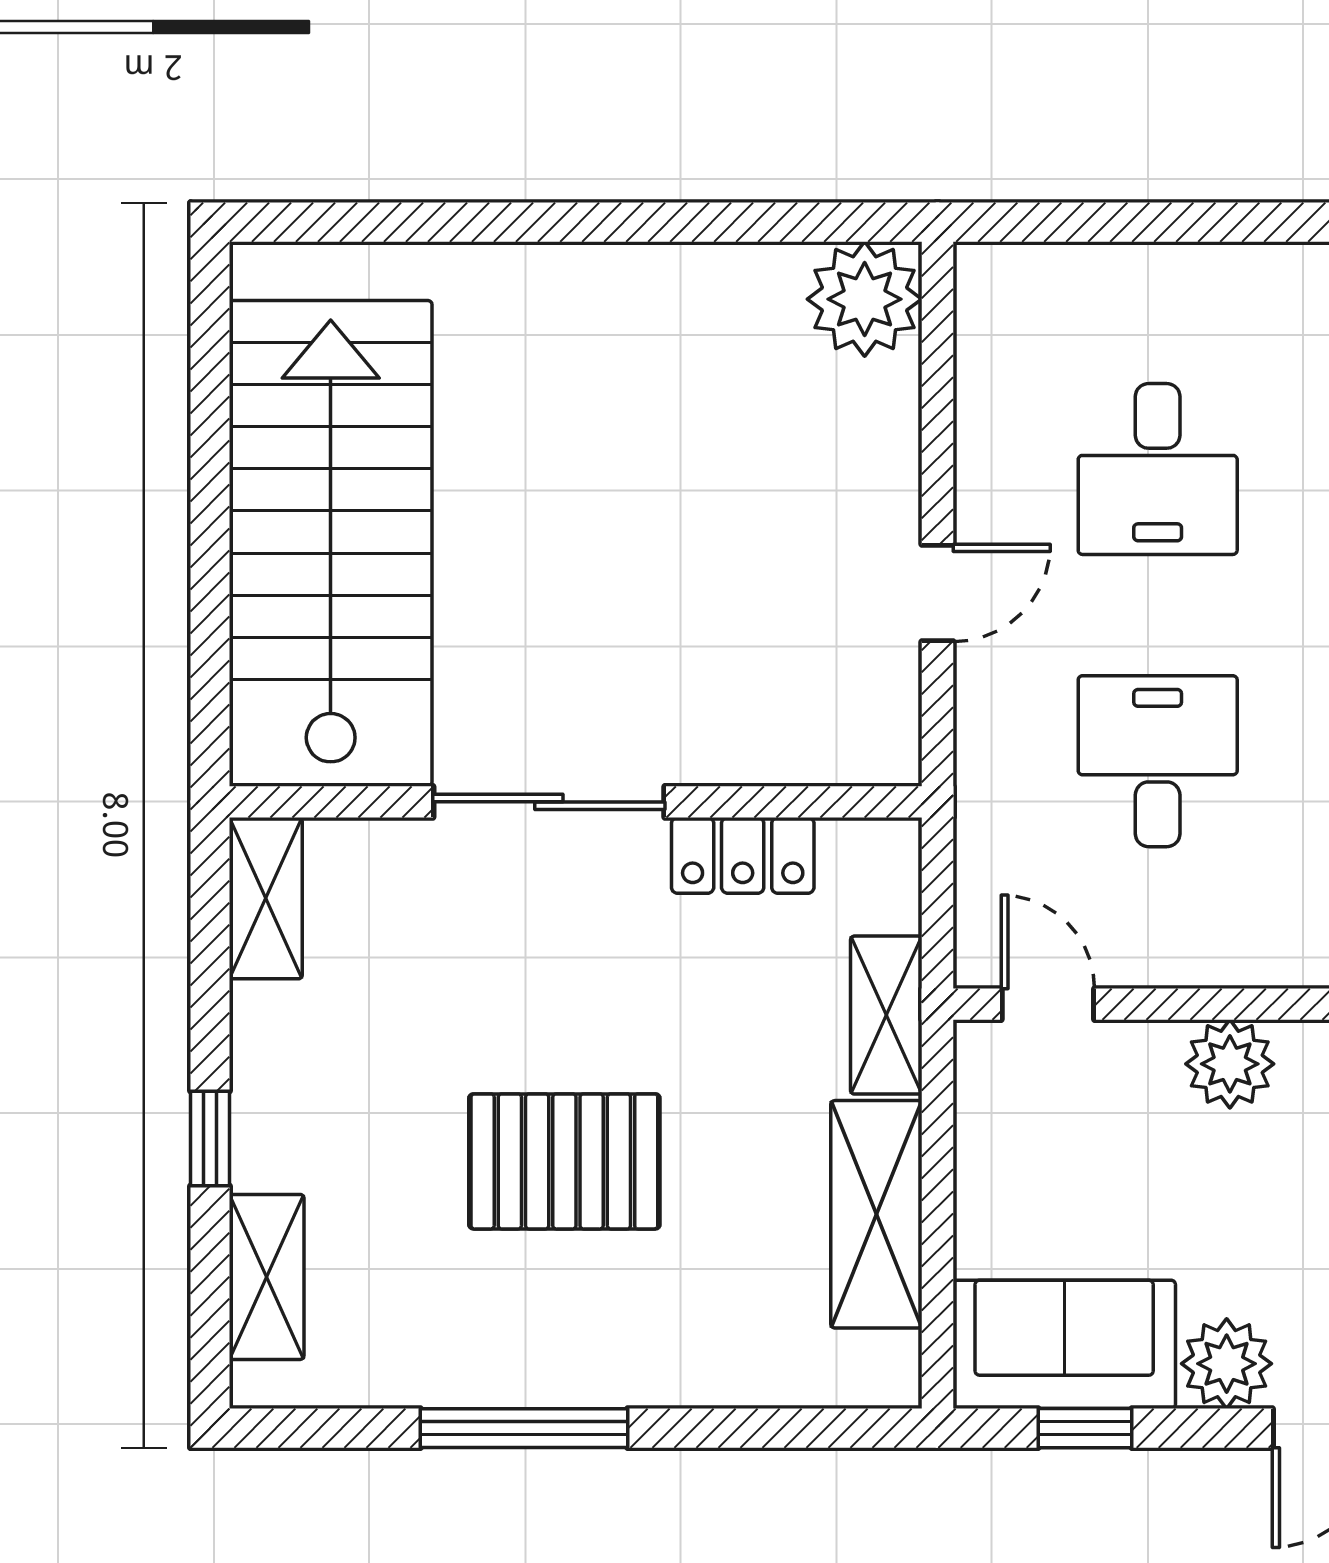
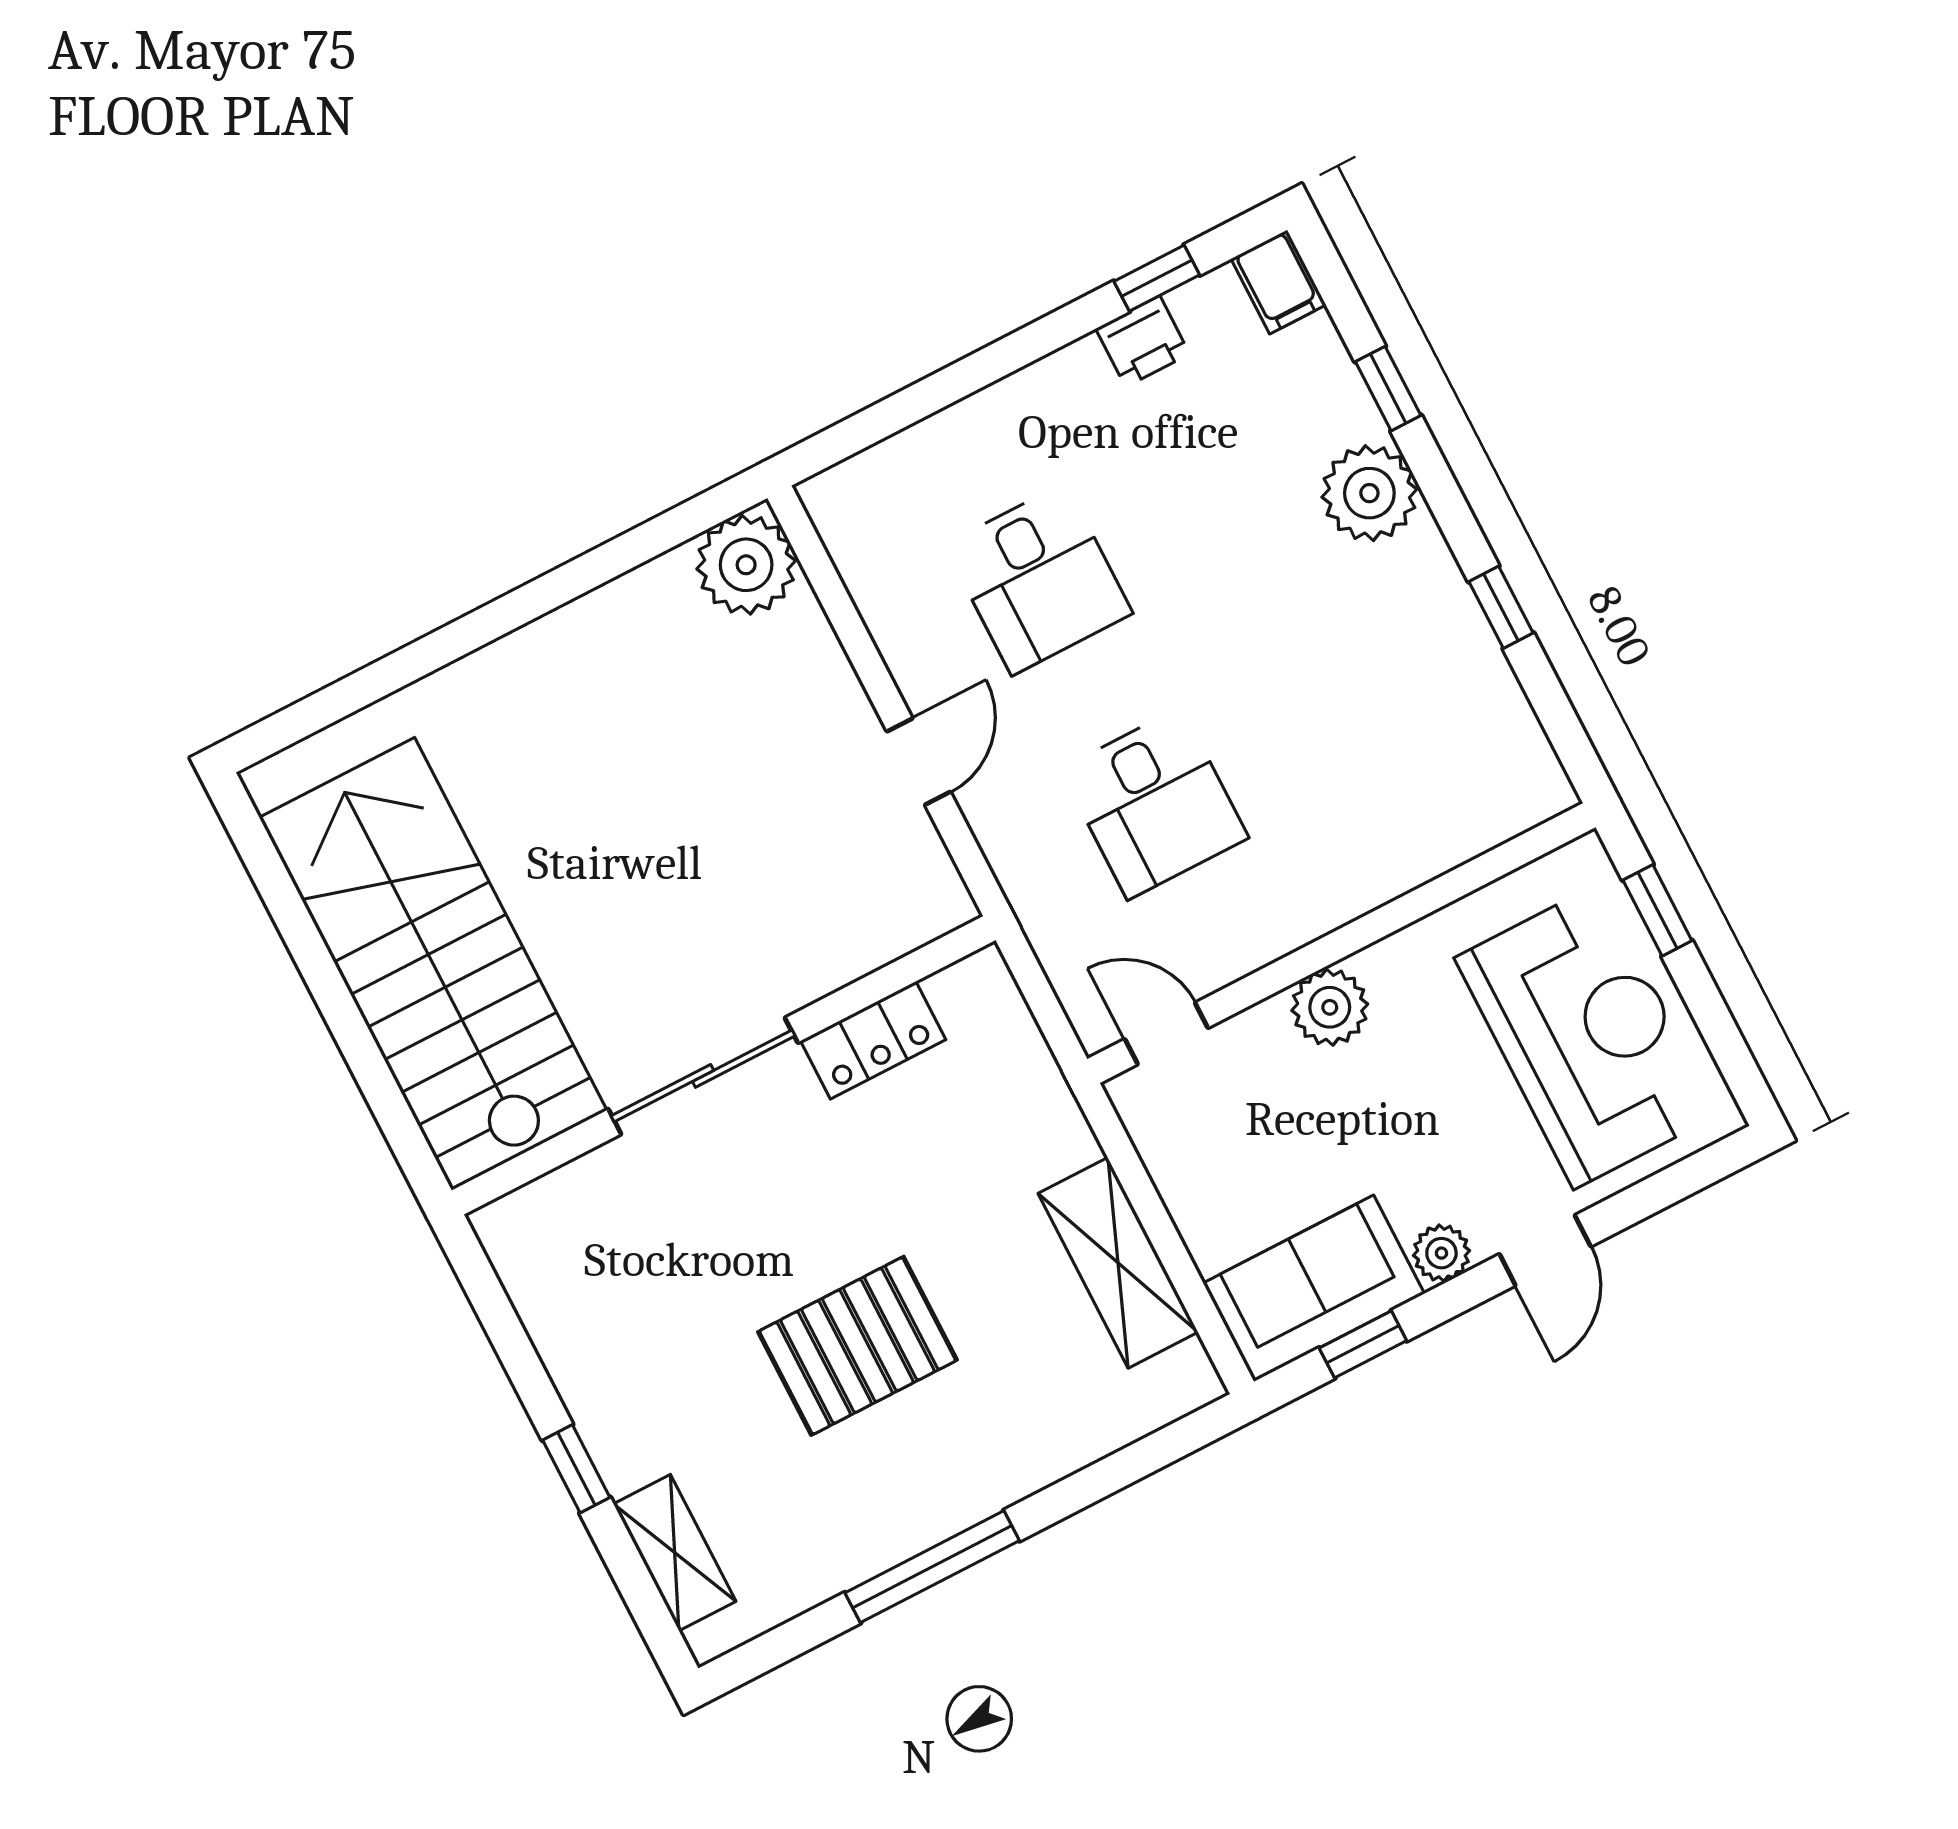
desk: (1158, 761) -> (1154, 803), turned 180
shelving: (266, 898) -> (524, 1262), removed
shelving: (886, 1015) -> (1047, 1106), removed
plant: (1227, 1364) -> (1441, 1253), width x0.73, depth x0.73

